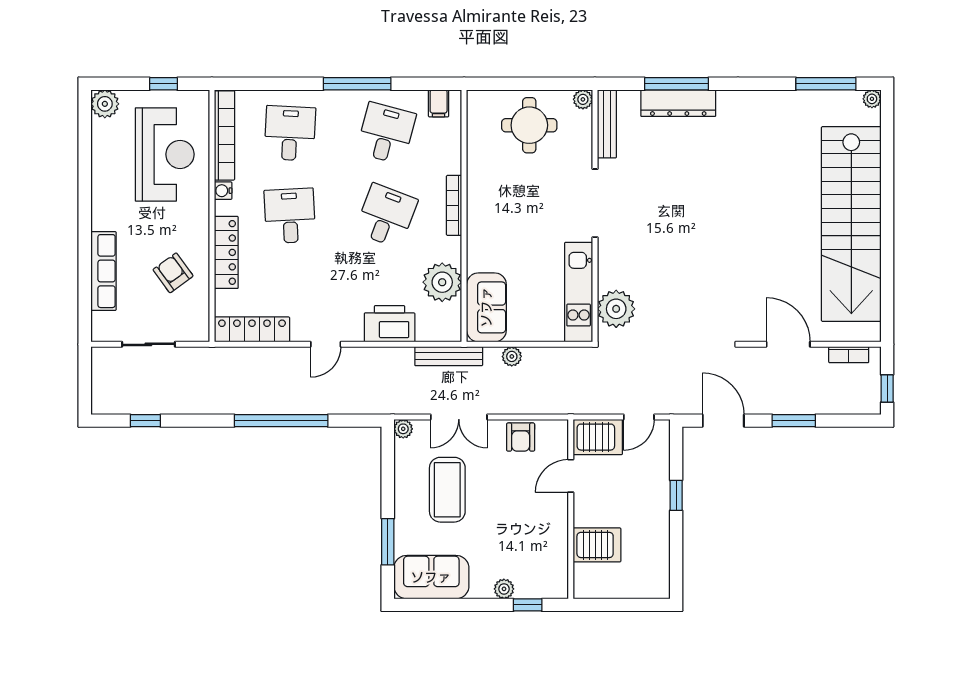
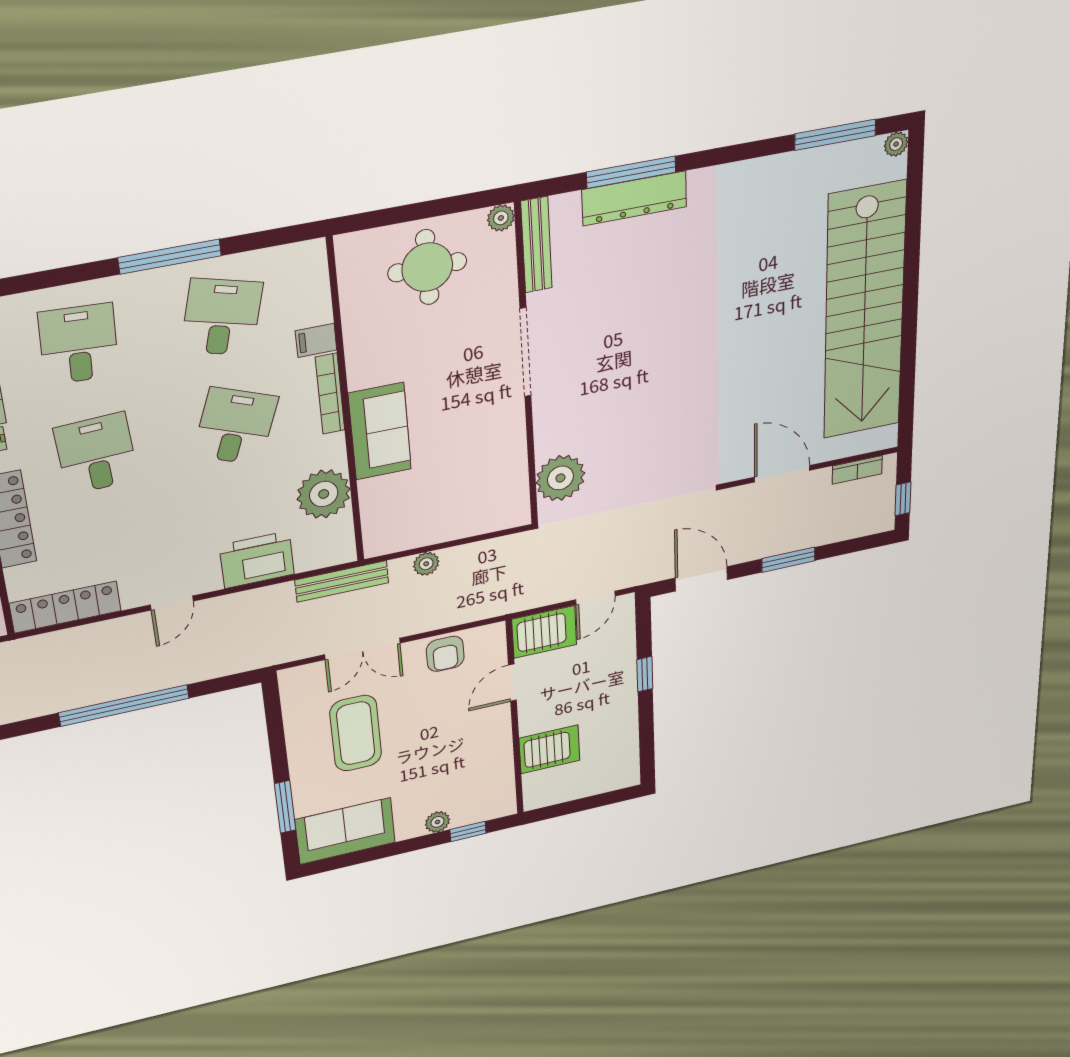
filing cabinet: (439, 103) -> (316, 340), moved, turned 90
kitchen unit: (579, 292) -> (510, 468), removed
sofa: (486, 307) -> (380, 431), moved
plant: (403, 429) -> (290, 679), removed

